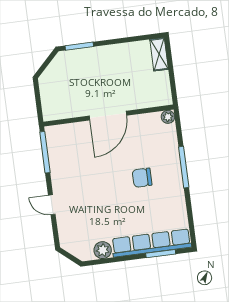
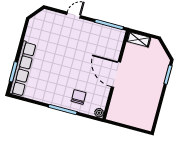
shelving: (159, 54) -> (139, 39), moved
chair: (142, 178) -> (79, 97), moved
plant: (103, 250) -> (31, 35), removed

